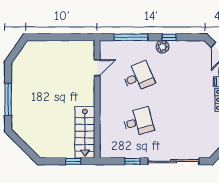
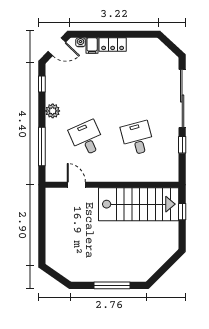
window: (169, 37) -> (42, 84), moved
stairs: (85, 132) -> (139, 204), width x1.36, depth x1.51

